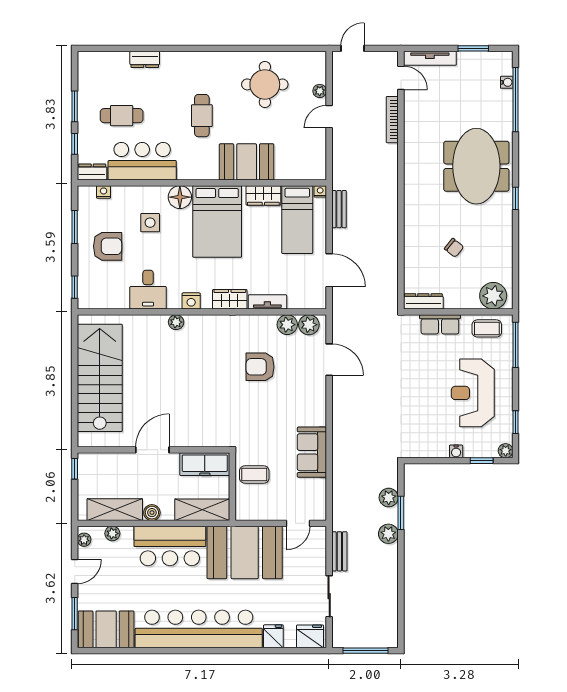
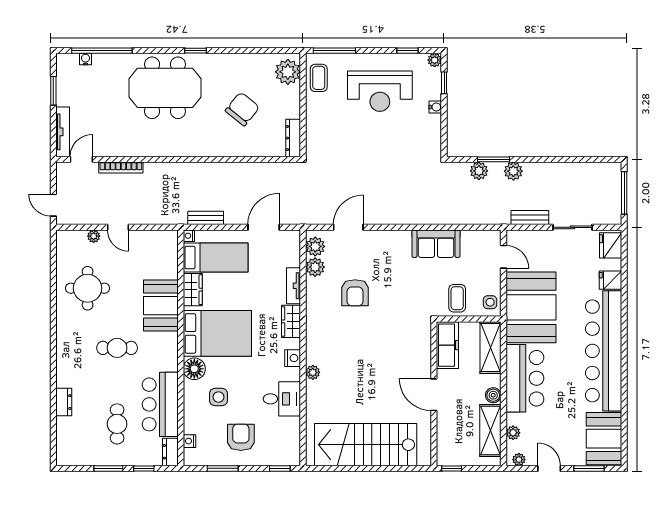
chair: (454, 248) -> (242, 109), width x1.87, depth x1.87
row of seats: (440, 324) -> (315, 122), removed
side table: (250, 509) -> (490, 302), added

